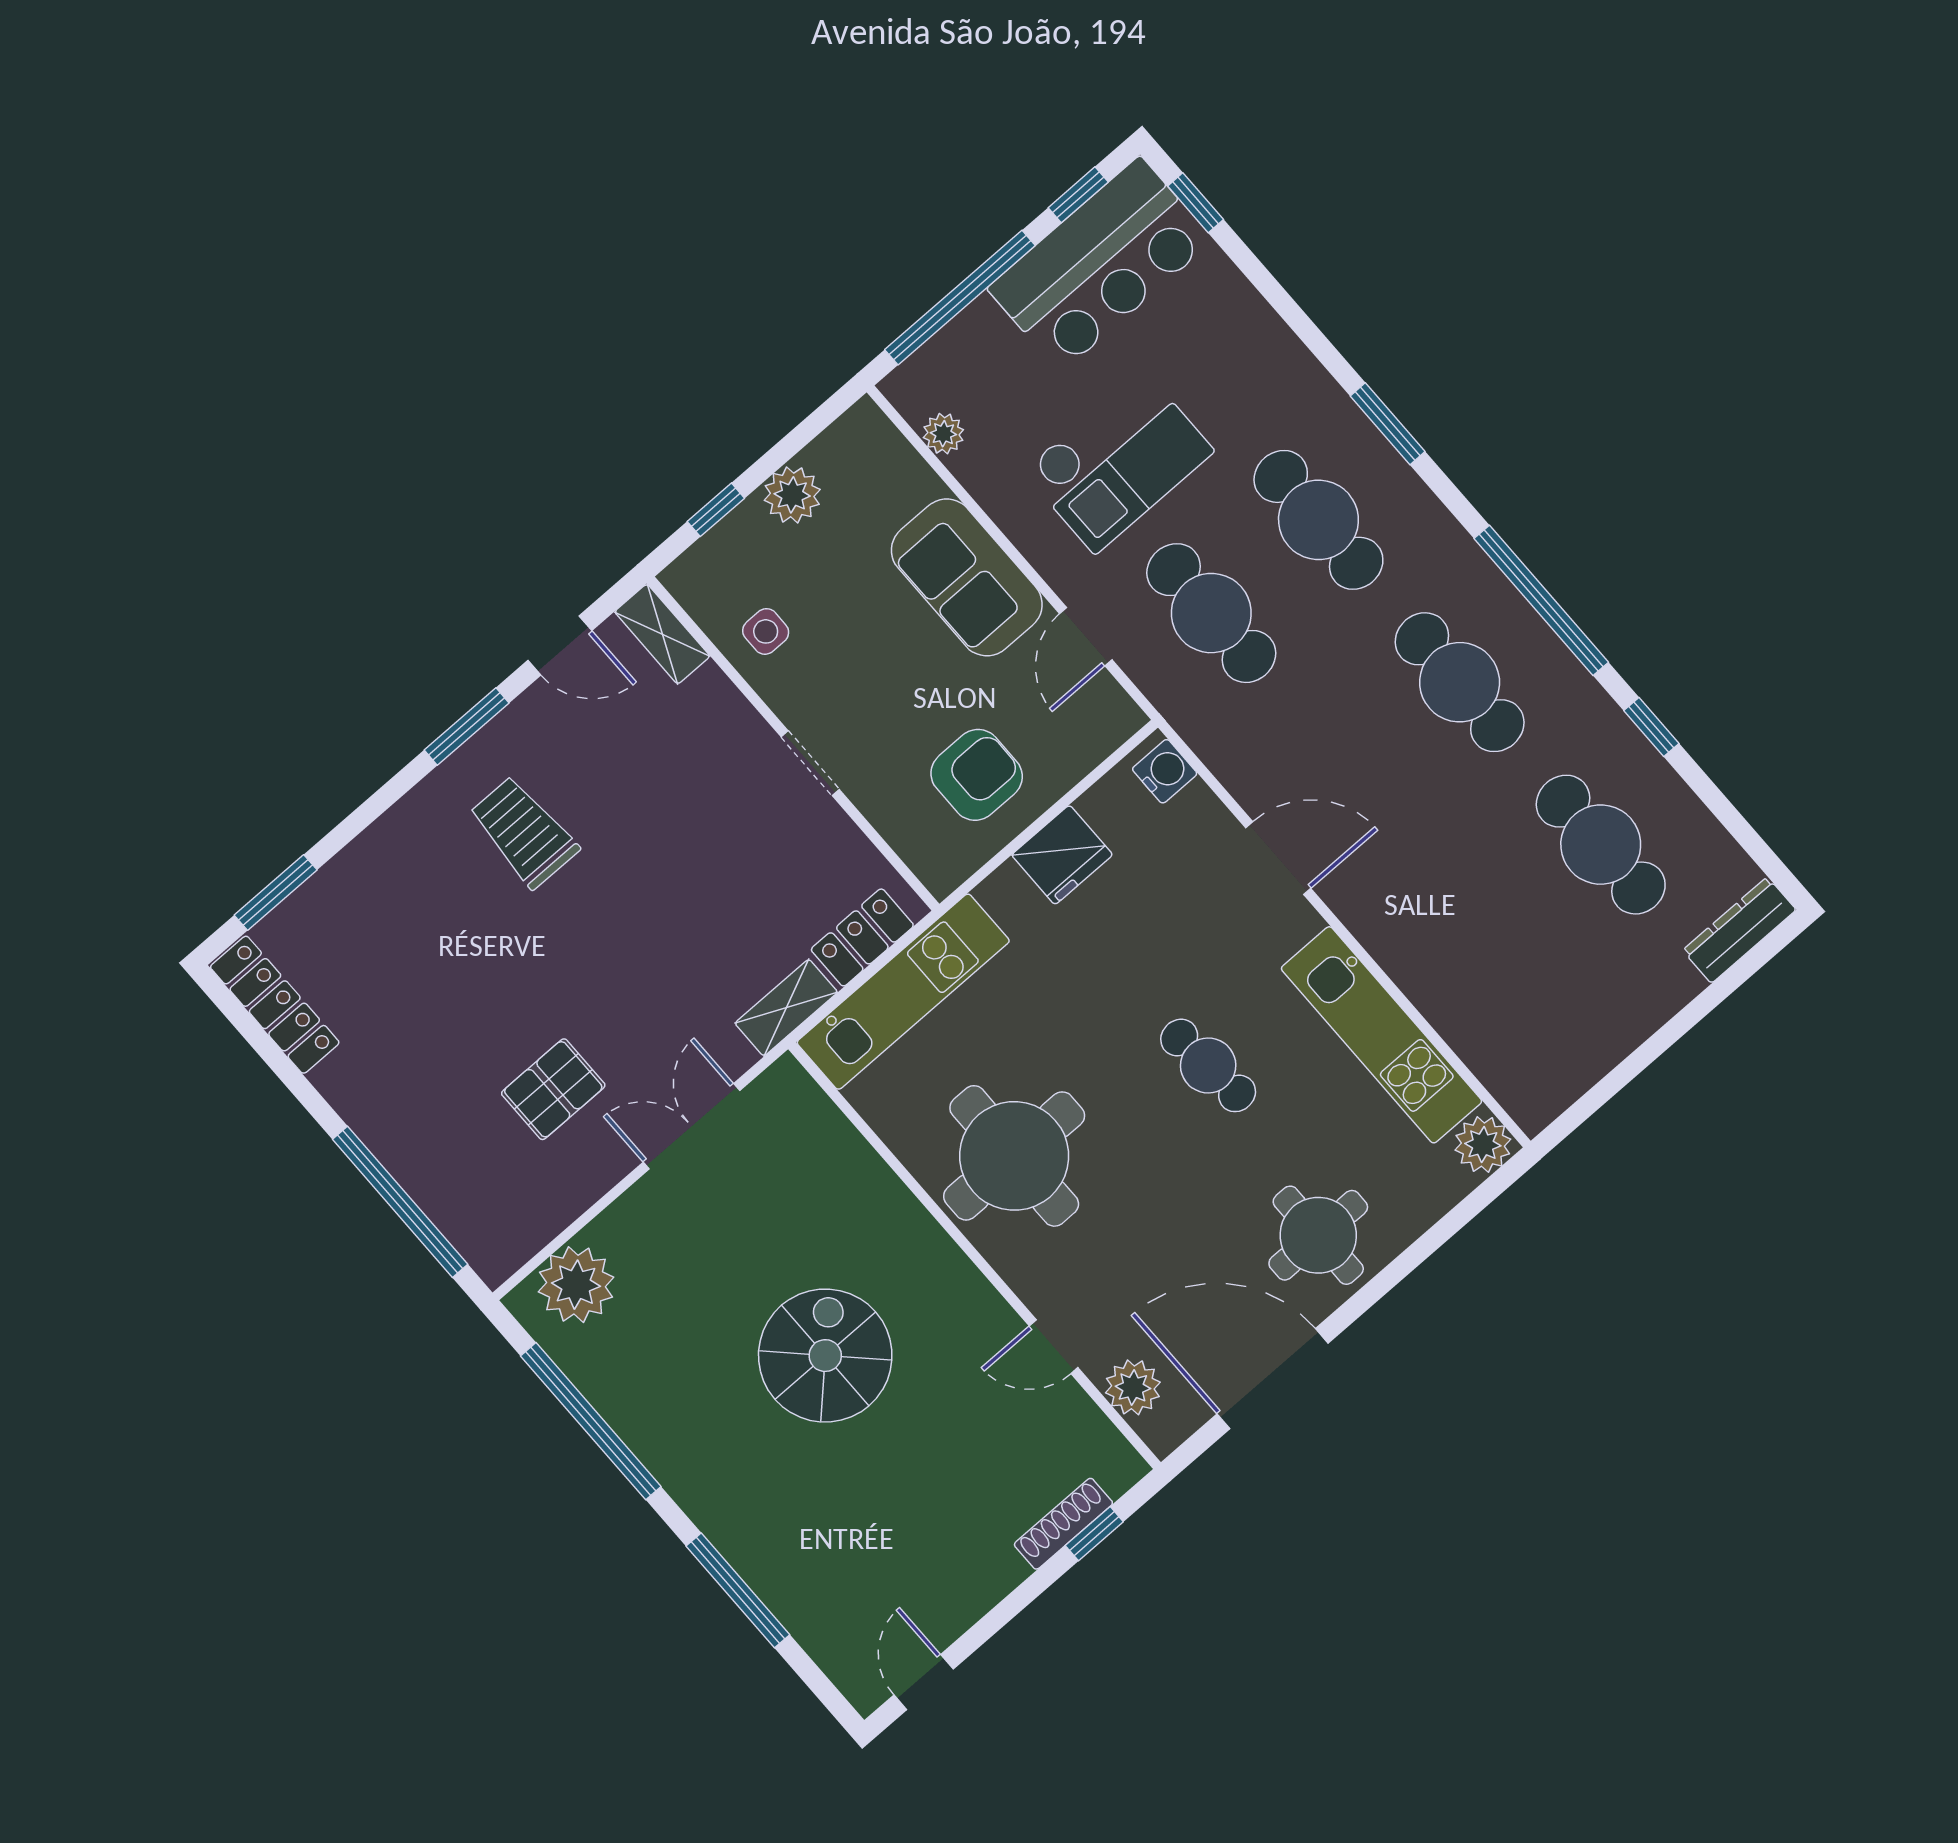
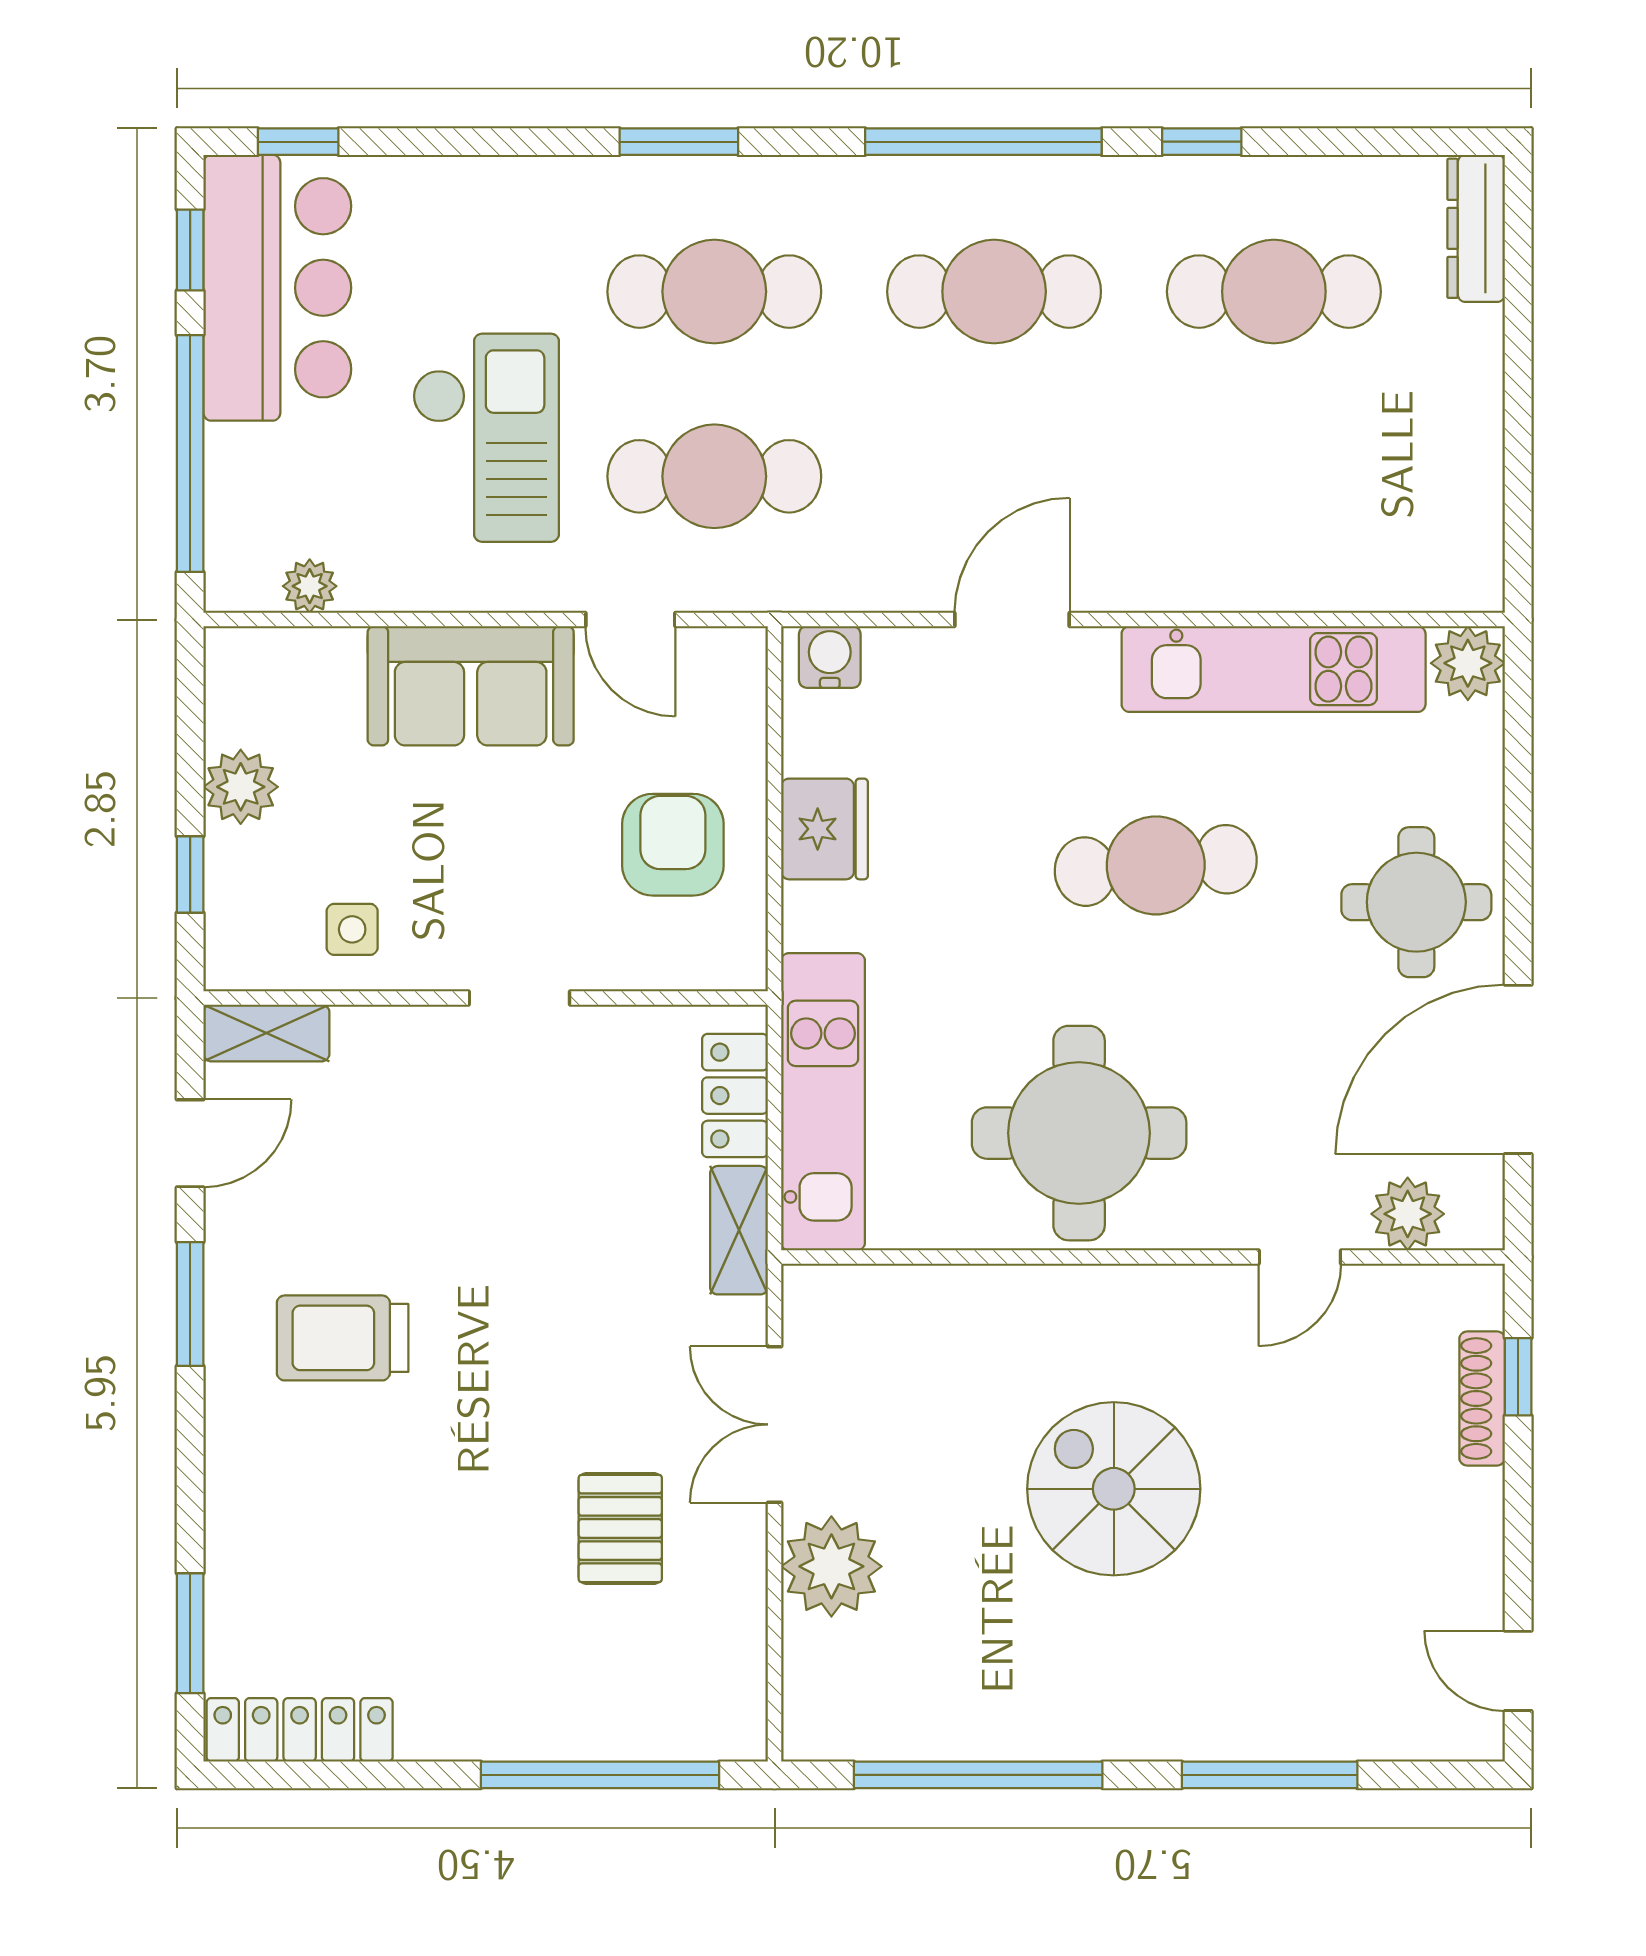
cafe table: (1208, 1065) -> (1156, 865), width x1.37, depth x1.35
plant: (576, 1285) -> (831, 1566), moved

